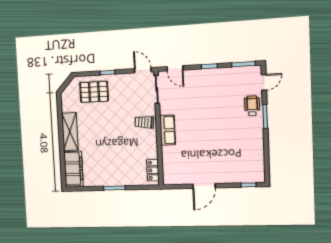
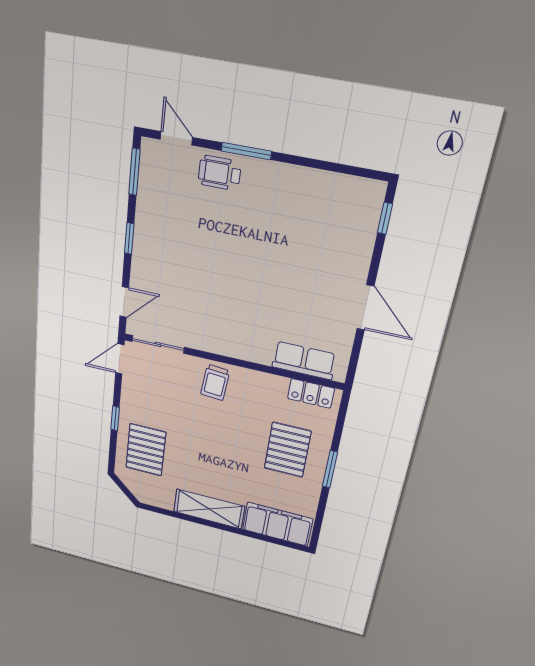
row of seats: (168, 130) -> (304, 361), moved
pallet: (118, 165) -> (288, 450), added

